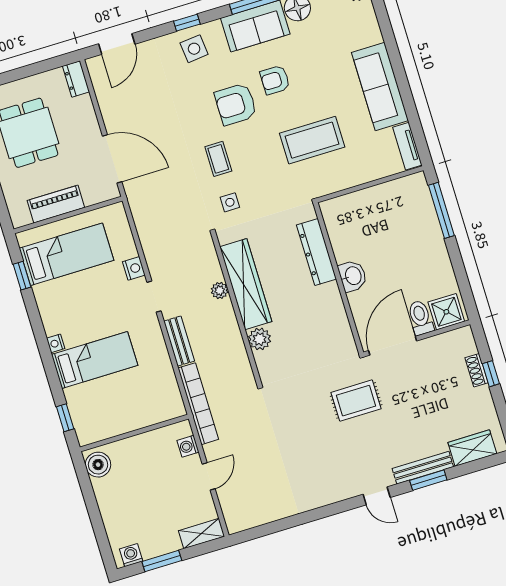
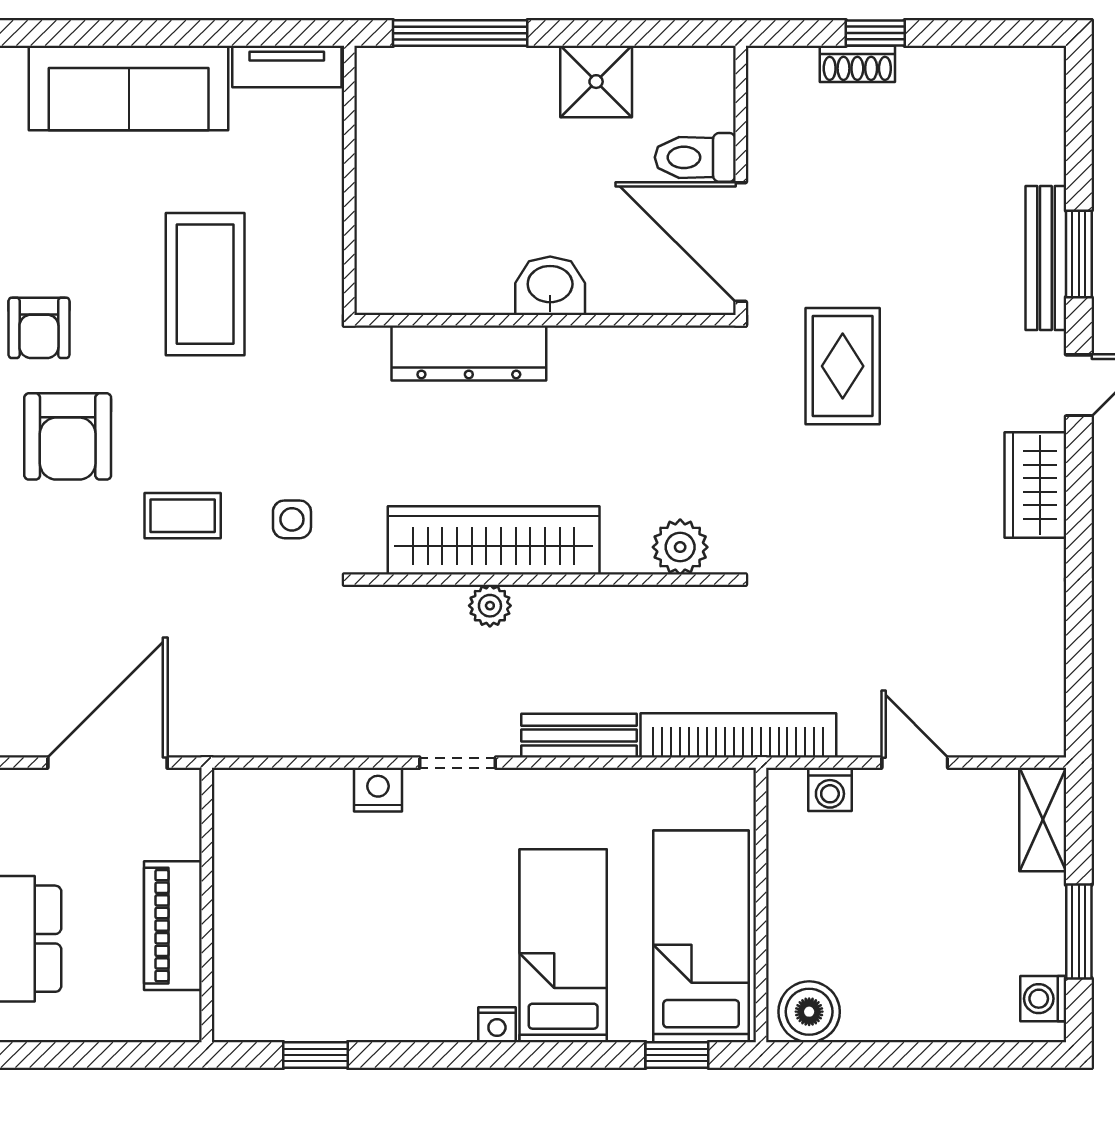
bed: (66, 254) -> (701, 936), moved
shower: (446, 312) -> (596, 82), moved
plant: (260, 339) -> (680, 547), moved
wardrobe: (472, 448) -> (1035, 485), moved

